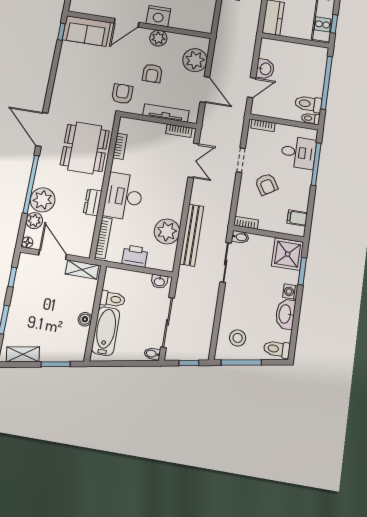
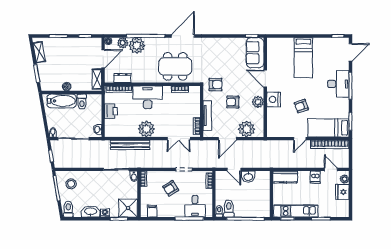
dresser: (93, 202) -> (122, 78), moved
plant: (167, 231) -> (146, 129), moved

